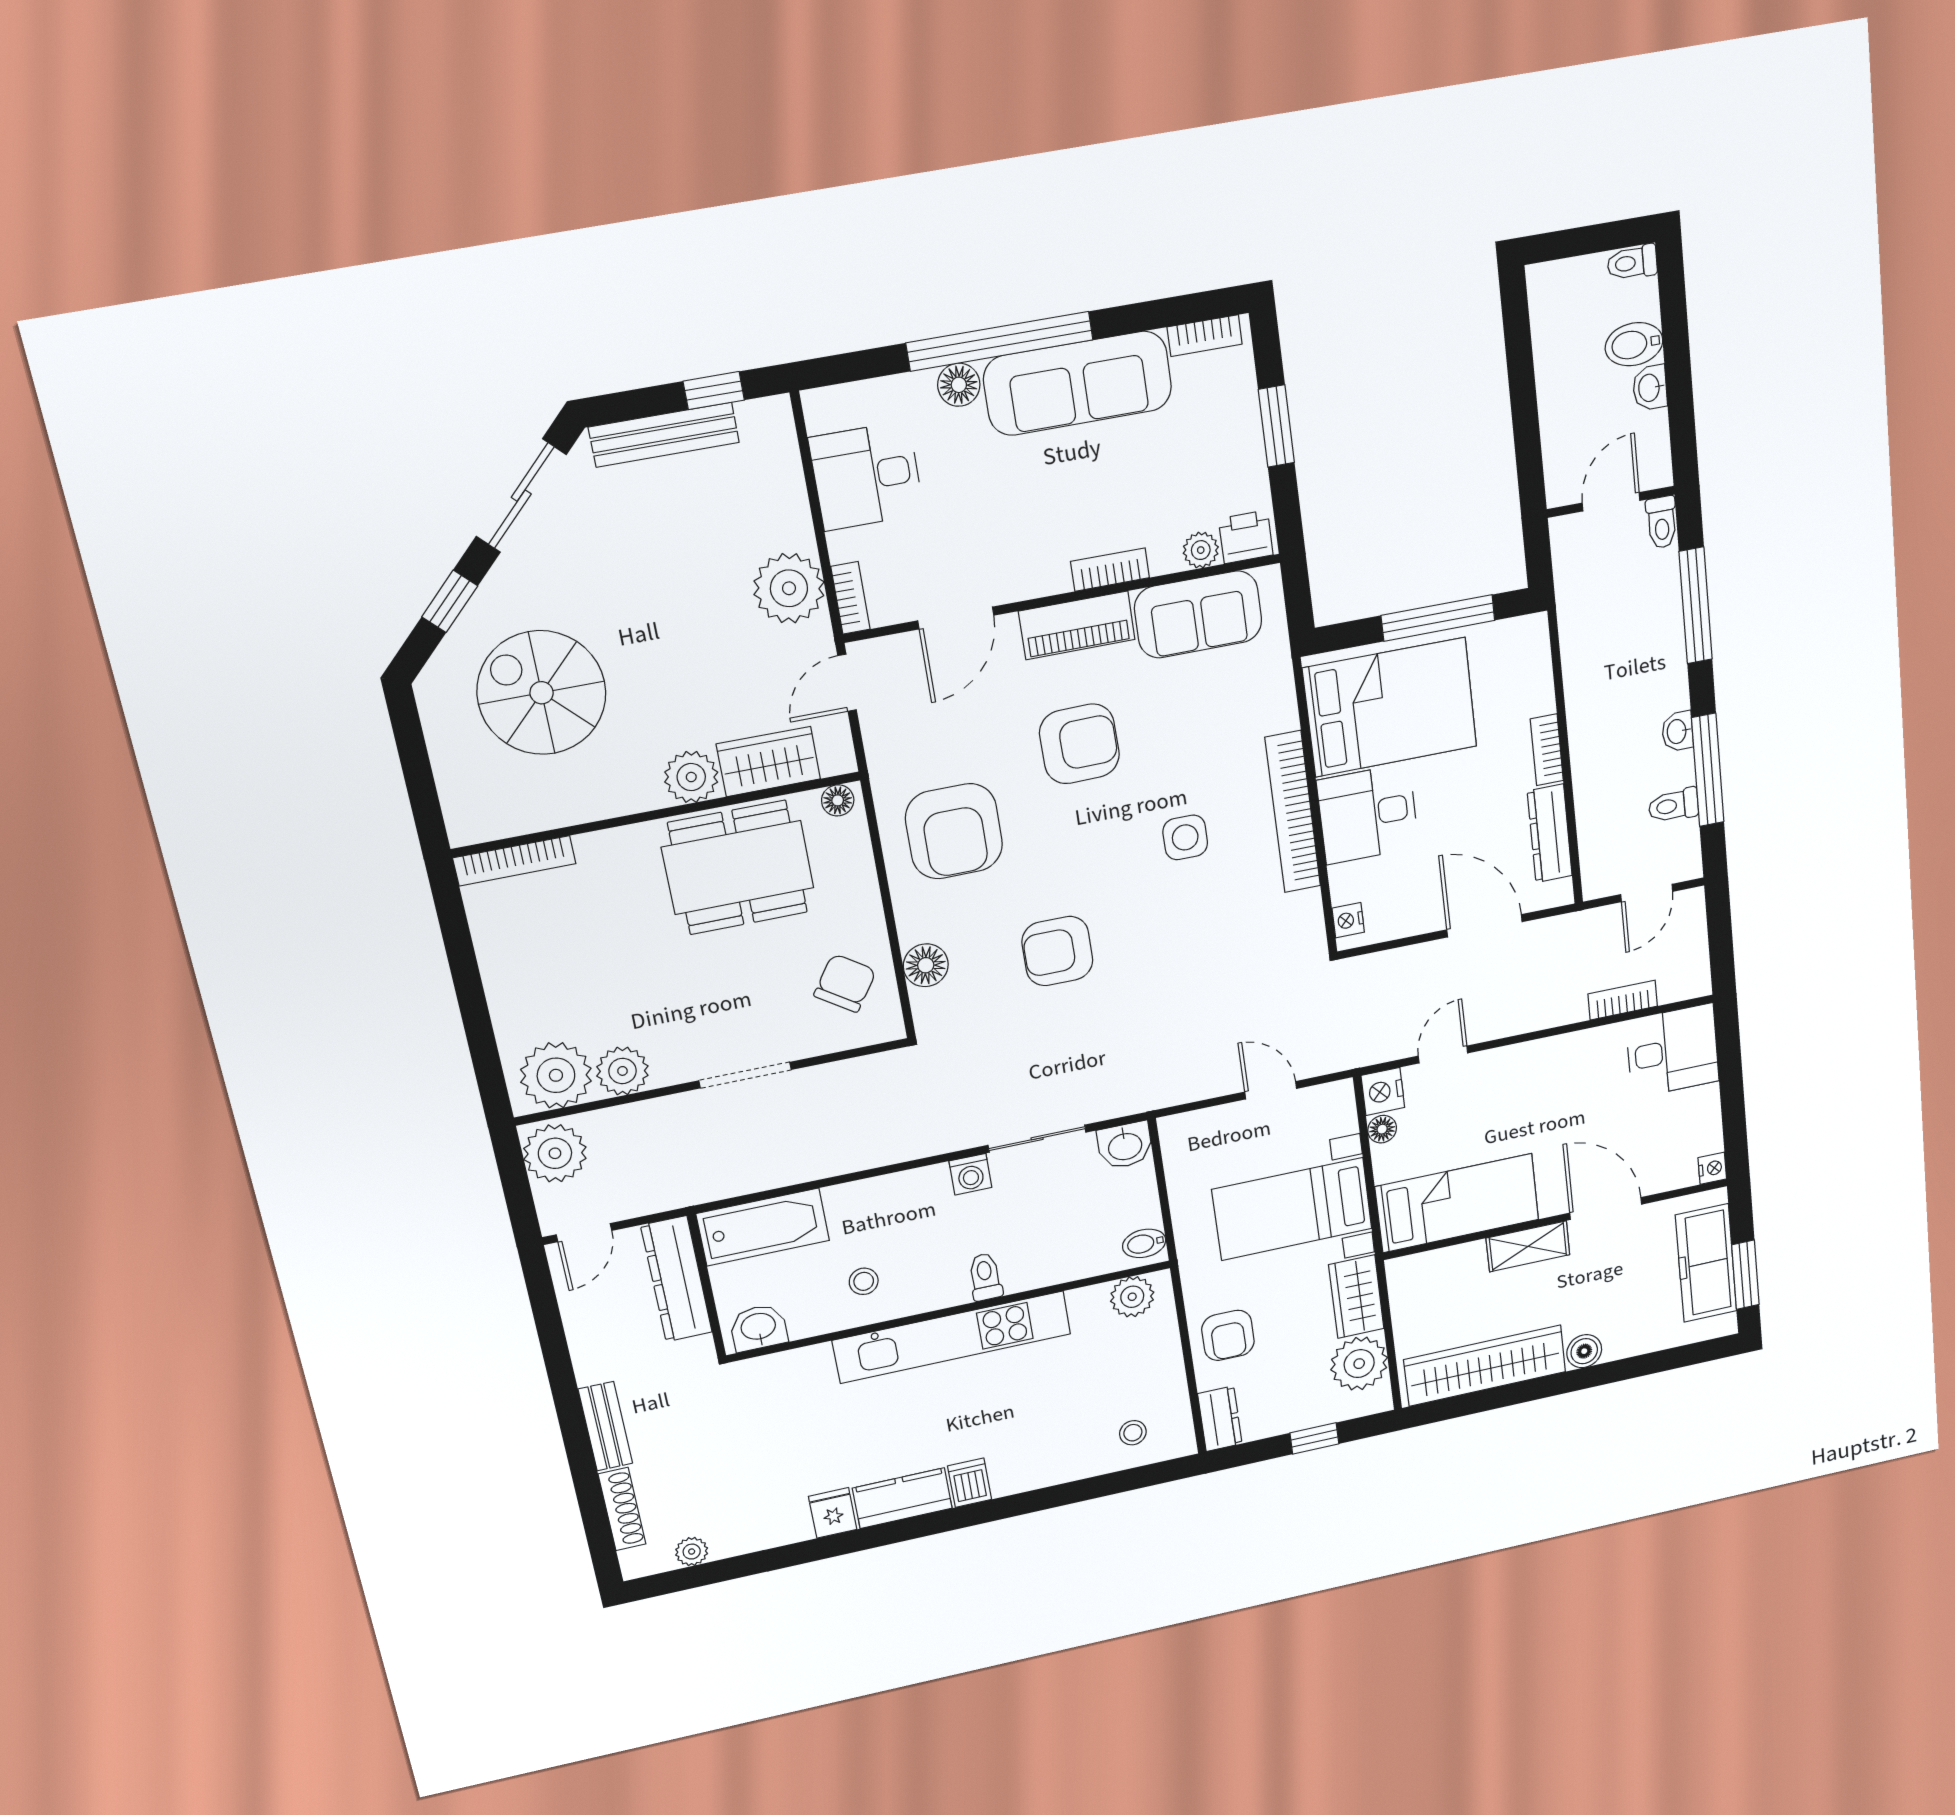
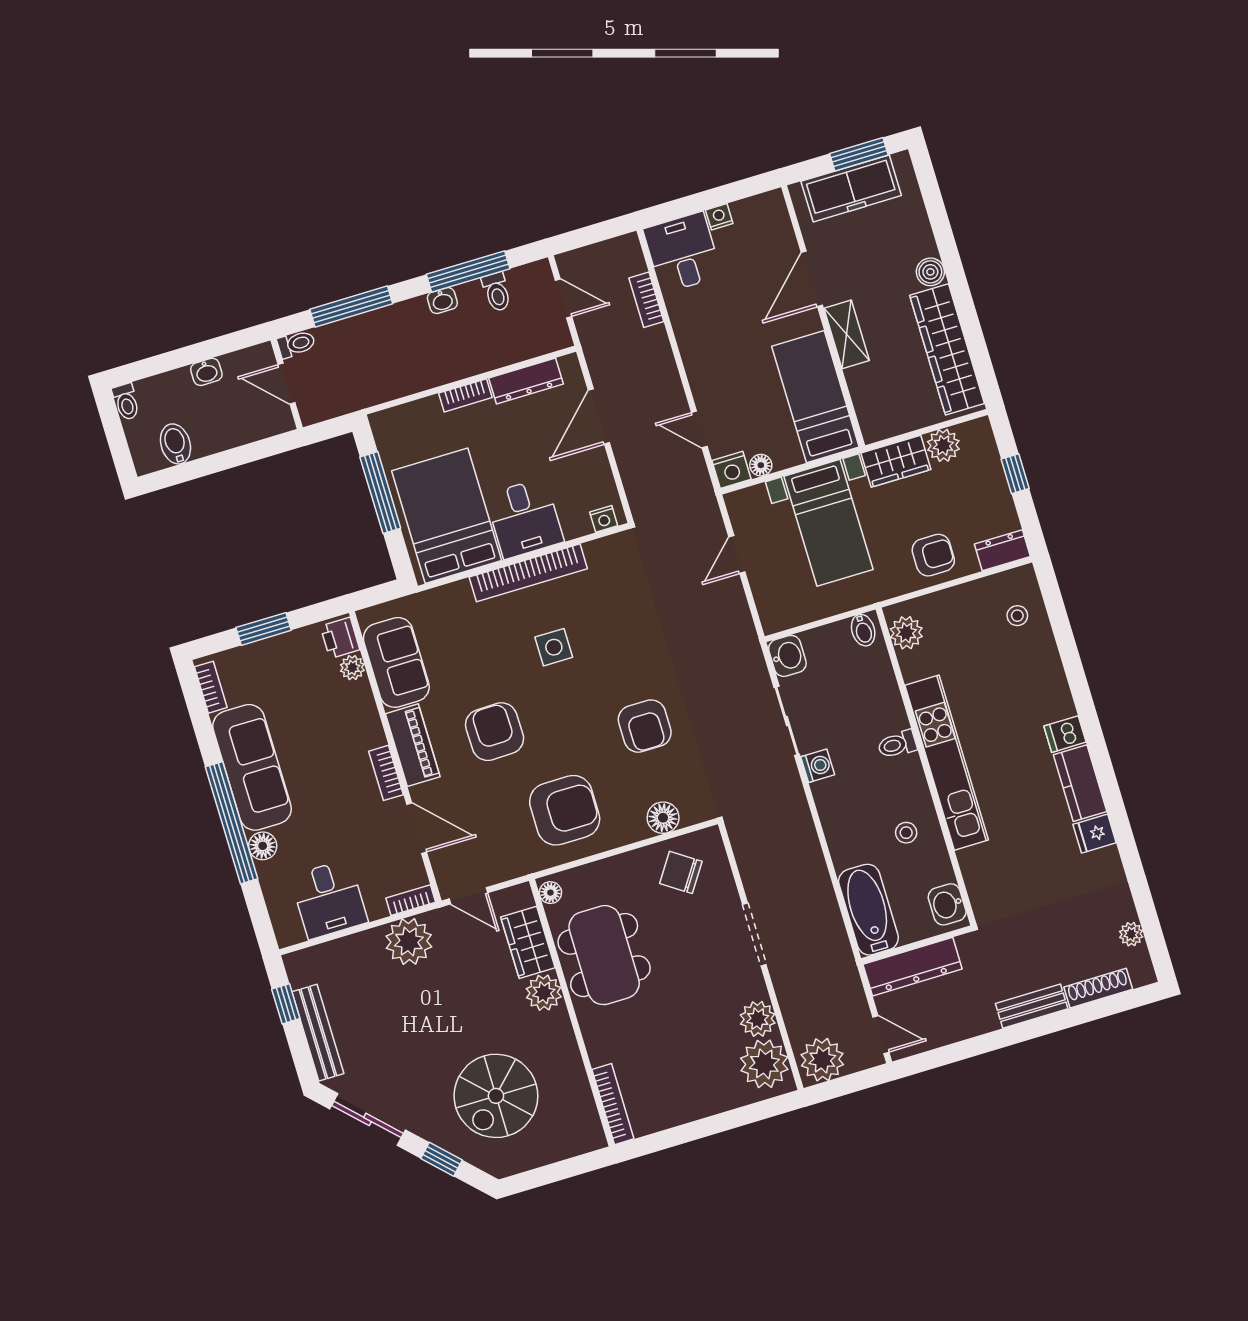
bidet: (1634, 344) -> (175, 444), moved, turned 180
bookcase: (1110, 570) -> (386, 773), moved
nightstand: (1712, 1168) -> (719, 217), moved
plant: (1359, 1364) -> (943, 445), width x0.73, depth x0.73

